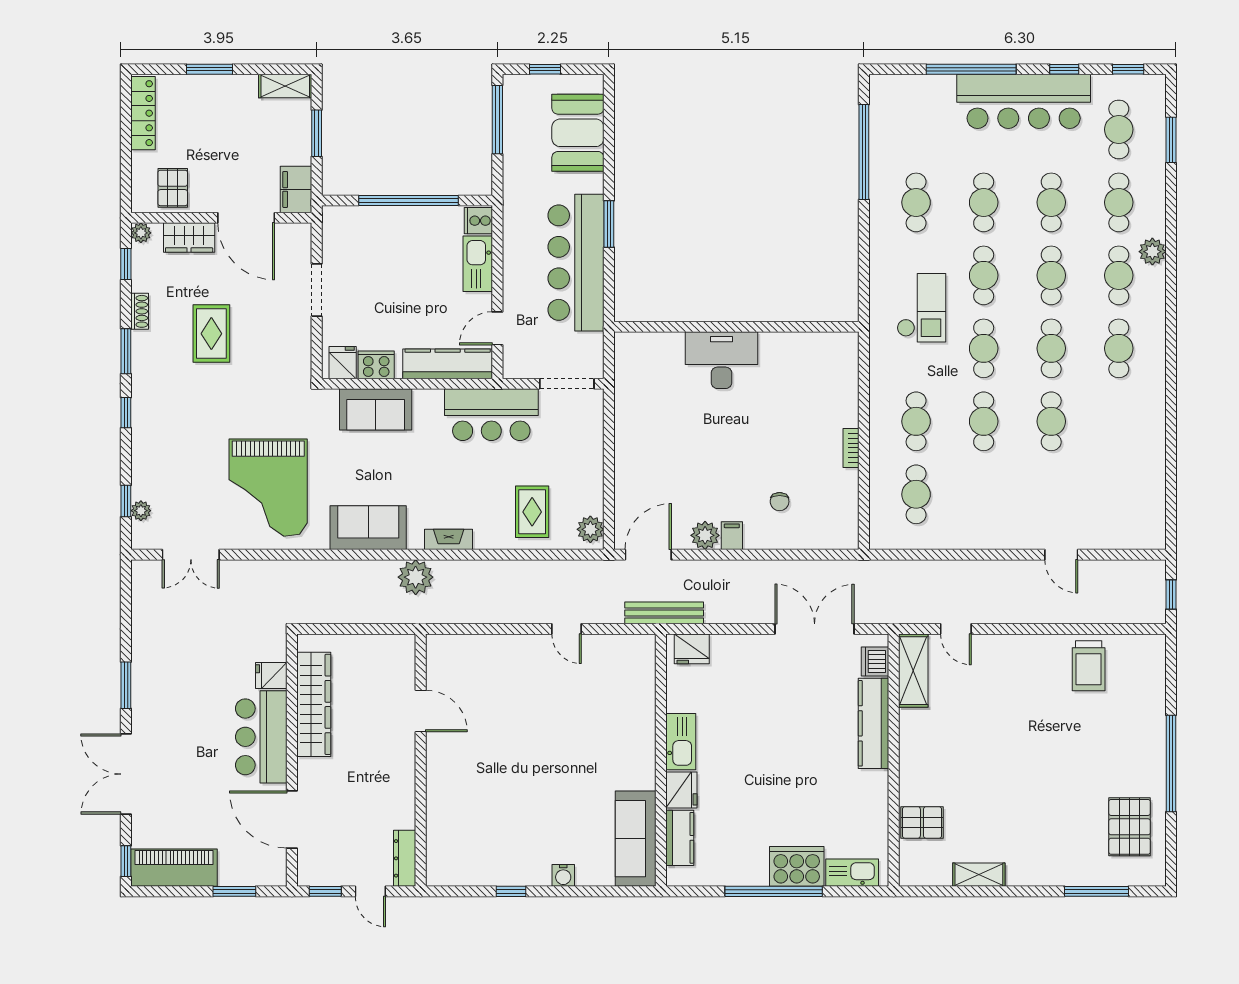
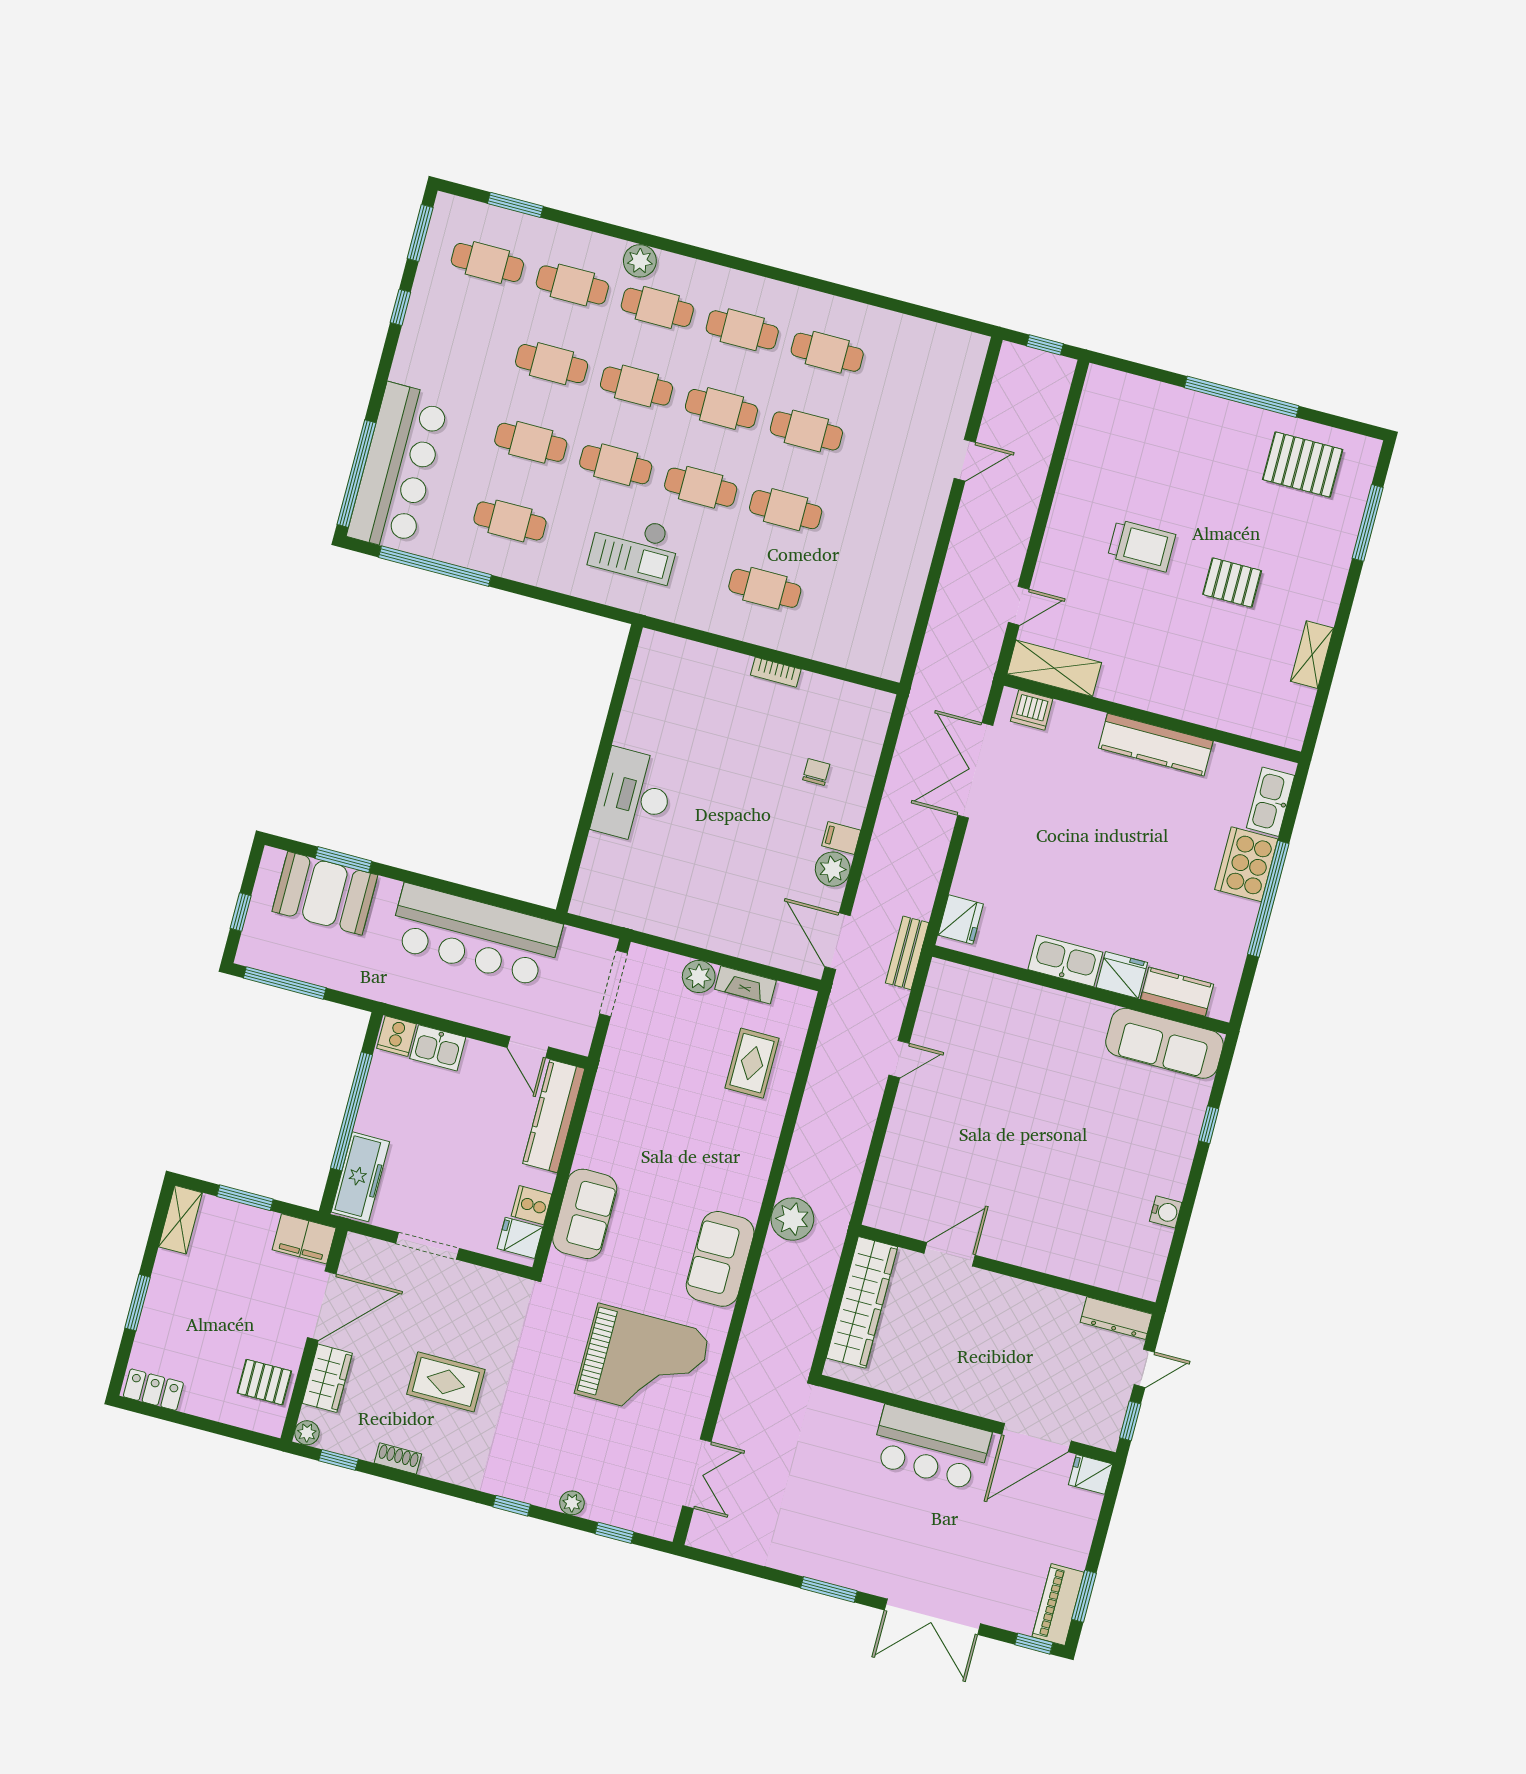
window: (971, 69) -> (357, 474), moved
window: (1128, 69) -> (420, 233), width x1.50
bar counter: (1024, 101) -> (398, 467), moved
locker: (143, 113) -> (153, 1390), width x0.66
freezer: (358, 221) -> (360, 1177), added
window: (609, 224) -> (343, 860), moved
kitchen sink: (478, 264) -> (438, 1048), width x0.73
checkout: (921, 308) -> (634, 547), turned 180
window: (126, 351) -> (440, 1487), removed
cooker: (376, 365) -> (531, 1205), width x0.73
bar counter: (491, 415) -> (626, 1081), removed
cafe table: (916, 494) -> (827, 352), moved
chair: (780, 502) -> (816, 772), turned -90
plant: (141, 511) -> (572, 1503), moved
rug: (532, 512) -> (752, 1063), turned 90
plant: (590, 529) -> (699, 976), moved
fireplace: (449, 539) -> (746, 985), moved, turned -90
bench: (664, 613) -> (907, 953), width x0.73
trolley: (1089, 666) -> (1142, 546), moved
fridge: (271, 676) -> (1091, 1474), moved, turned 90
wardrobe: (314, 704) -> (862, 1302), moved, turned 90
kitchen counter: (874, 723) -> (1156, 745), moved
pallet: (922, 822) -> (1232, 583), moved, turned 90
piano: (174, 868) -> (1058, 1605), width x0.73, depth x0.75
water cooler: (563, 875) -> (1166, 1212), moved
window: (234, 891) -> (1084, 1596), moved
window: (511, 891) -> (1209, 1125), moved

